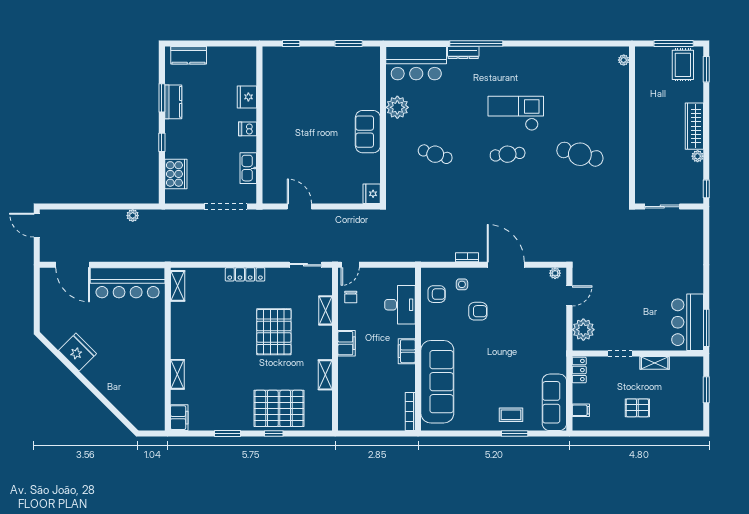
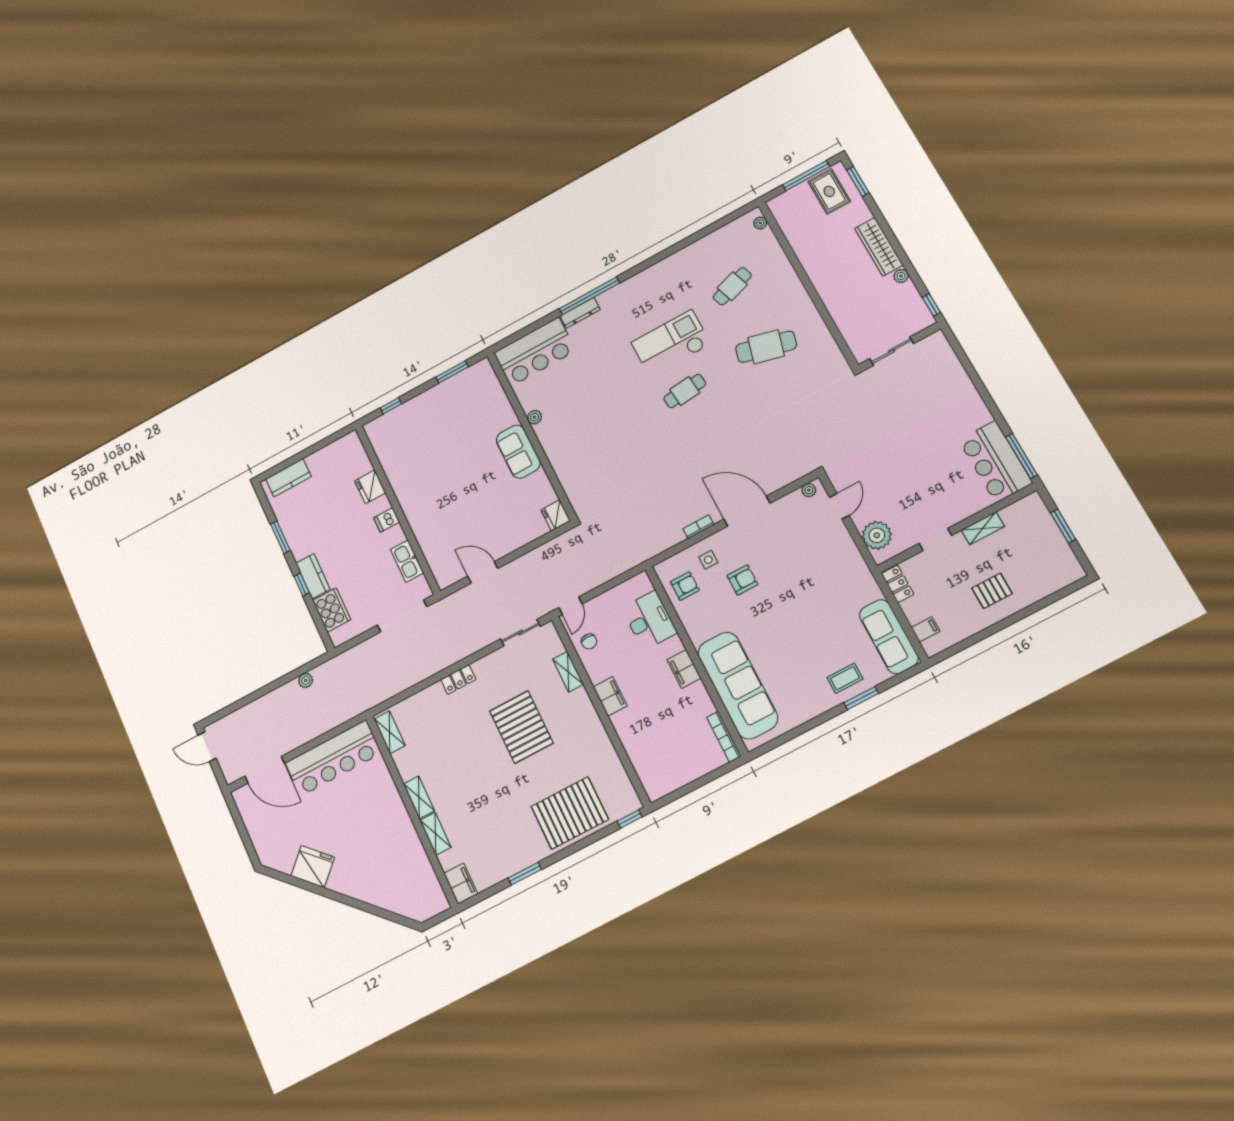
kitchen counter: (173, 102) -> (313, 576), moved
plant: (397, 107) -> (535, 417), width x0.53, depth x0.53
cafe table: (435, 154) -> (732, 286), moved, turned -36
locker: (245, 274) -> (458, 679), width x0.66
shelving: (325, 375) -> (419, 797), moved
window: (274, 434) -> (630, 819), moved

